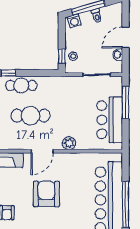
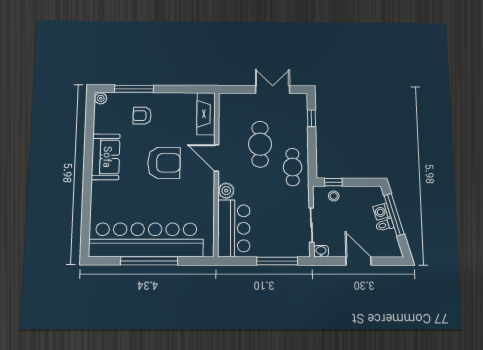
washing machine: (74, 21) -> (382, 212), moved
washbasin: (118, 55) -> (321, 251), moved
cafe table: (21, 85) -> (293, 167), moved
bar counter: (110, 120) -> (234, 228), moved, turned 90

